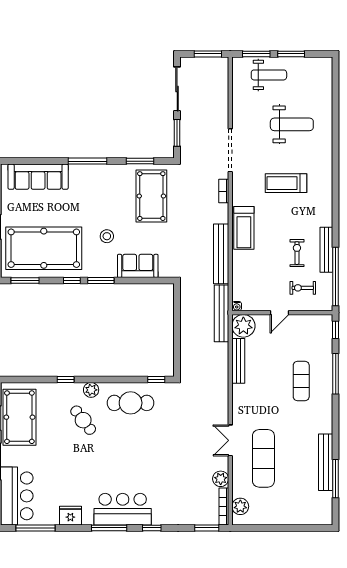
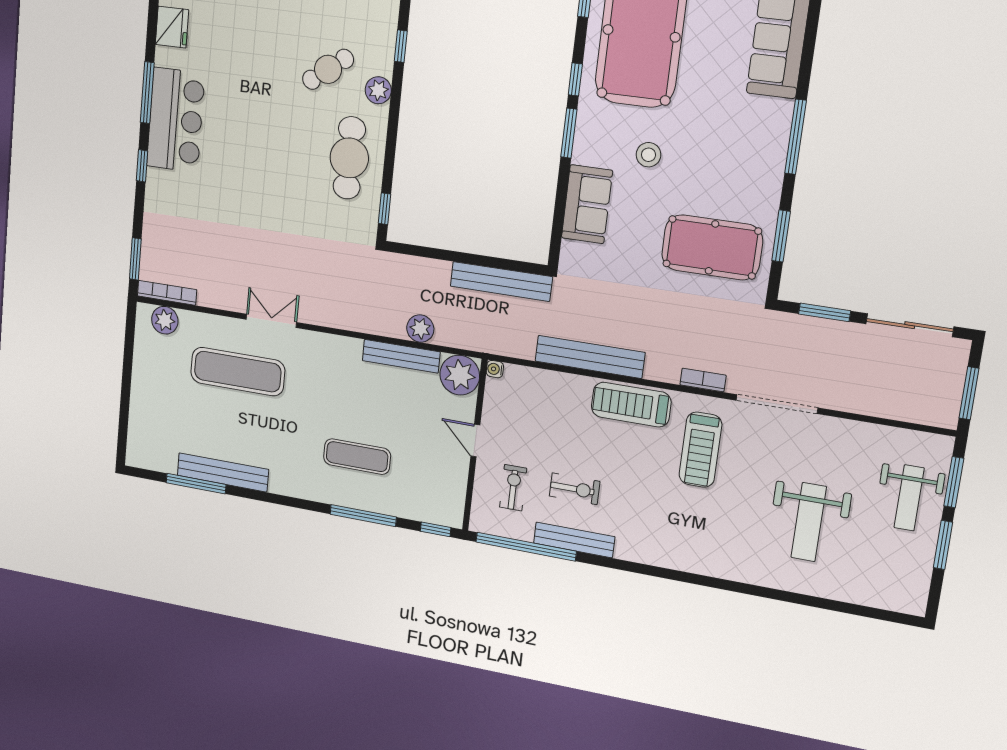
treadmill: (286, 183) -> (700, 450), moved, turned 180
bench: (221, 313) -> (501, 281), moved
plant: (221, 479) -> (420, 329), moved

